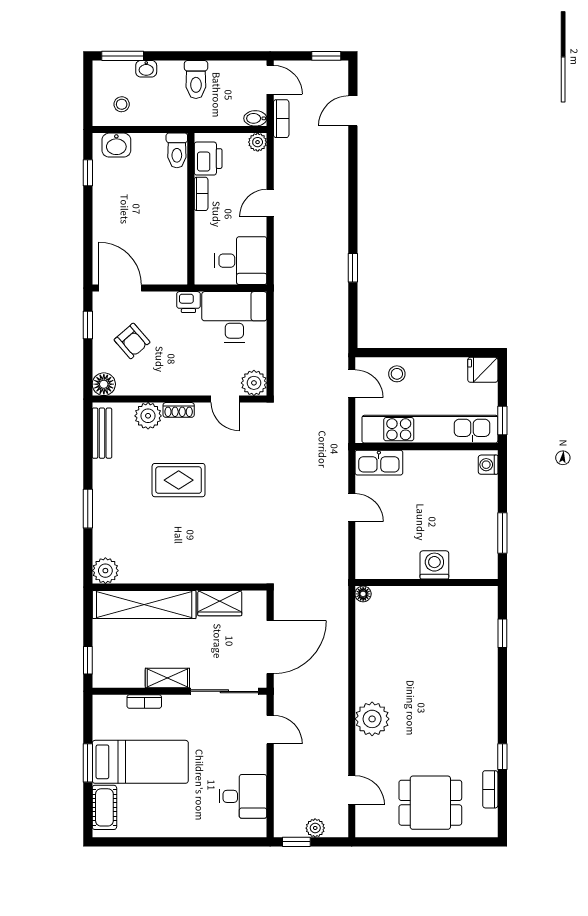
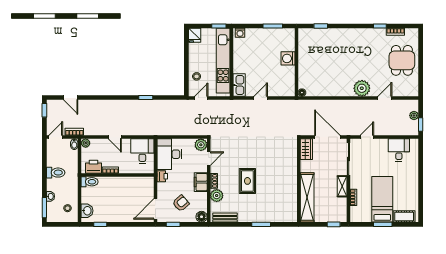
filing cabinet: (176, 382) -> (201, 182), added
plant: (105, 571) -> (291, 216), removed
wardrobe: (220, 603) -> (306, 149), moved
door: (352, 790) -> (385, 98), moved

